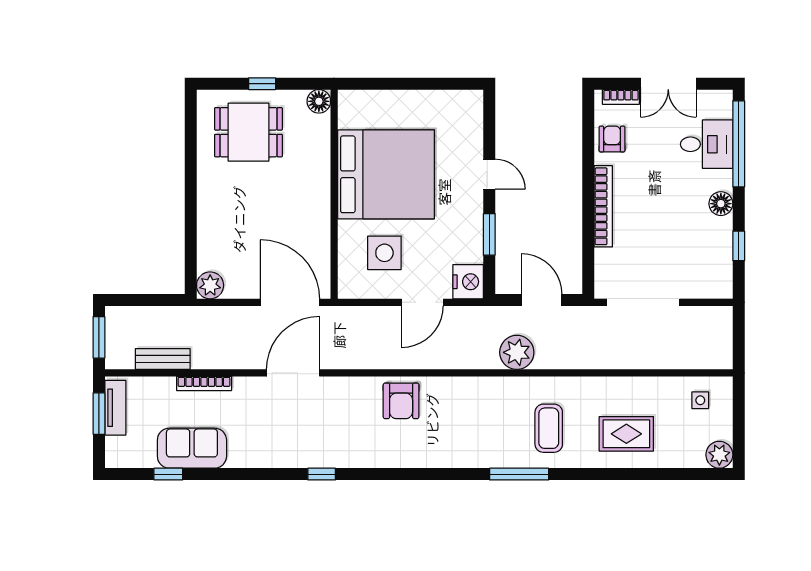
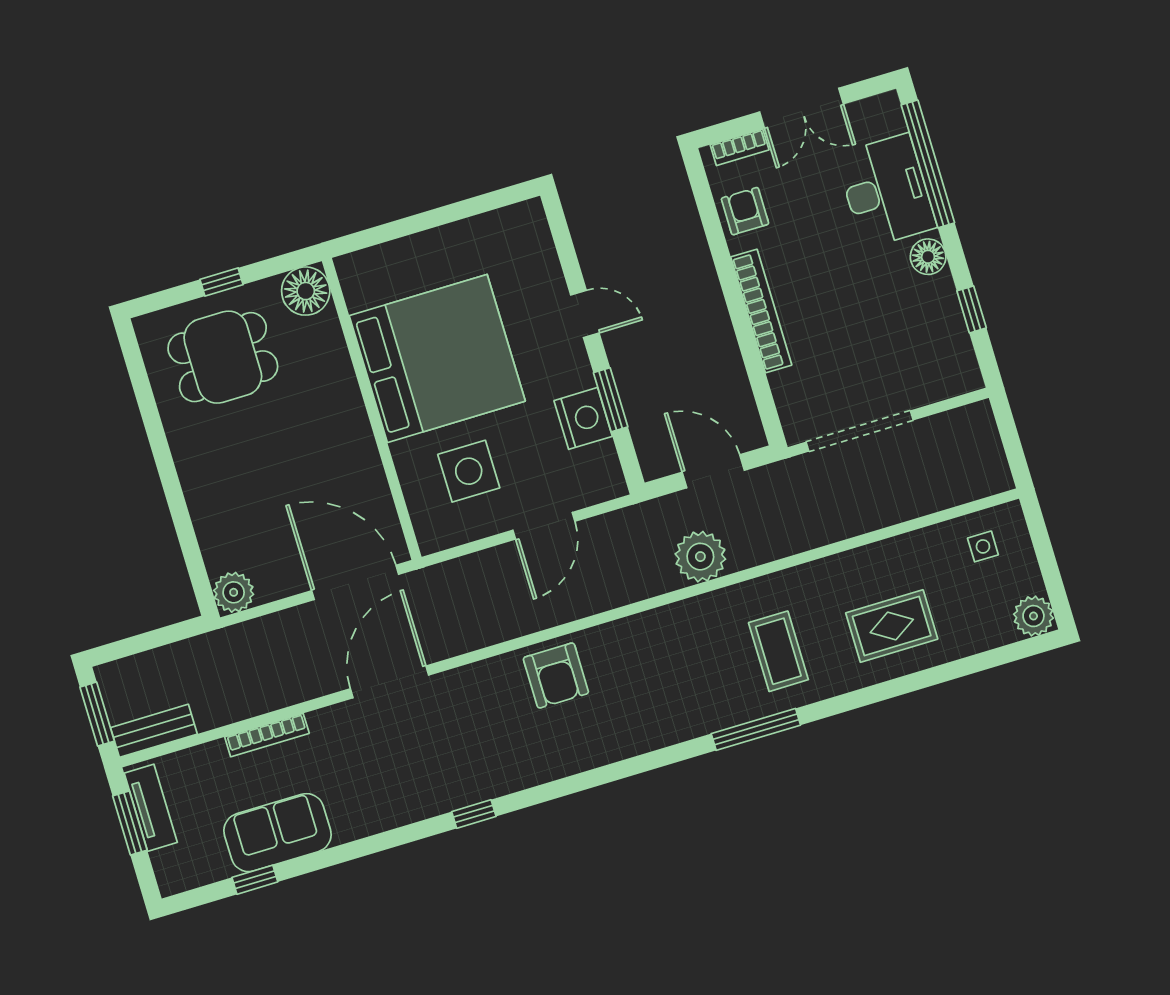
floor lamp: (319, 101) -> (306, 291), width x1.38, depth x1.38
desk: (707, 144) -> (886, 191), width x1.37
nightstand: (468, 282) -> (583, 418), moved
bench: (163, 359) -> (154, 731), moved

